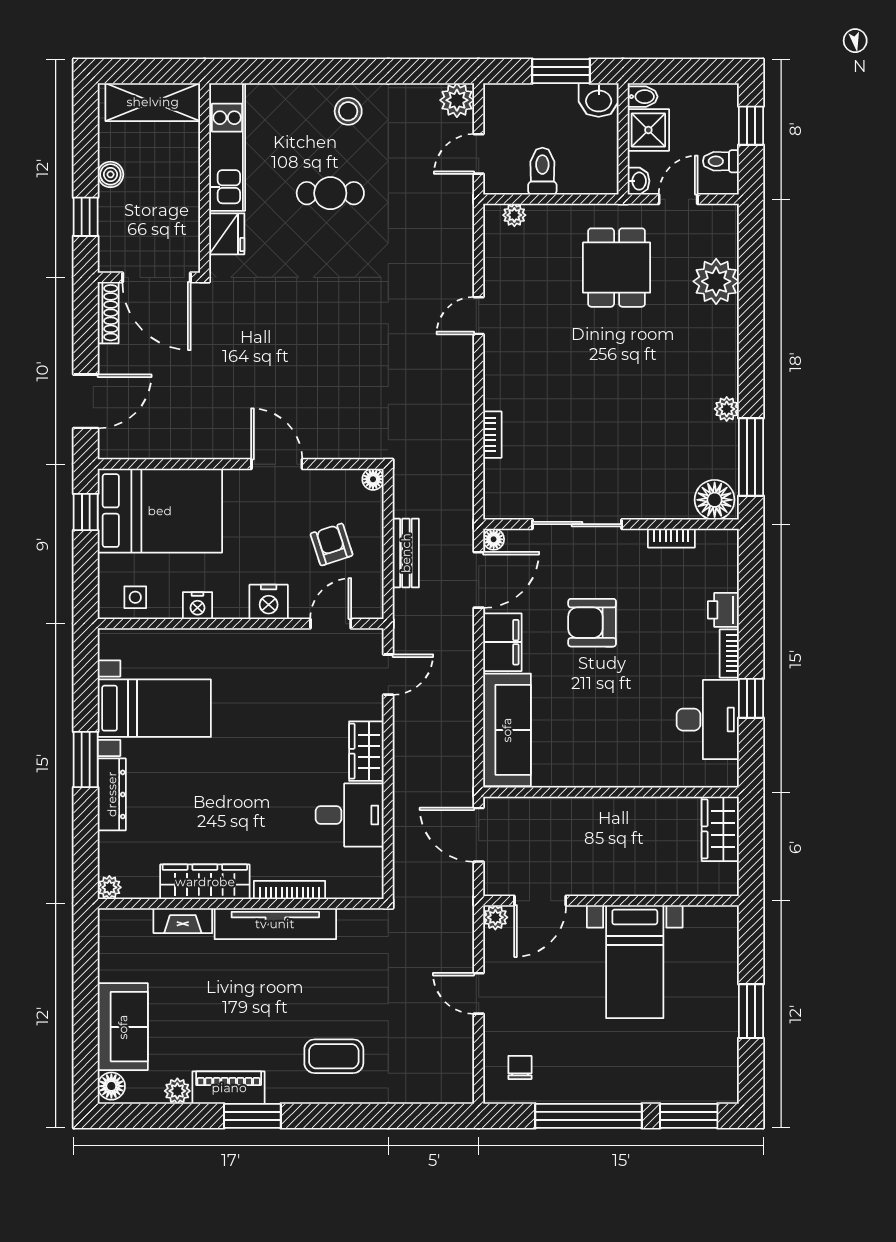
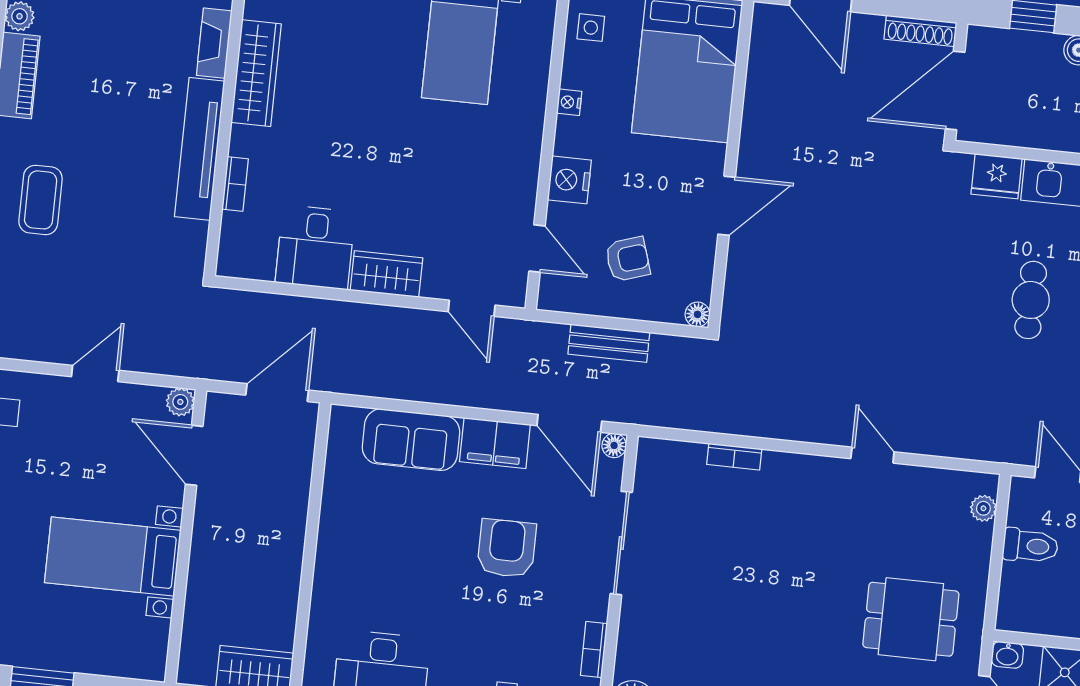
nightstand: (197, 606) -> (569, 102), width x0.72, depth x0.74
sofa: (507, 730) -> (411, 440), width x0.73
bookcase: (289, 890) -> (235, 184), width x0.64

